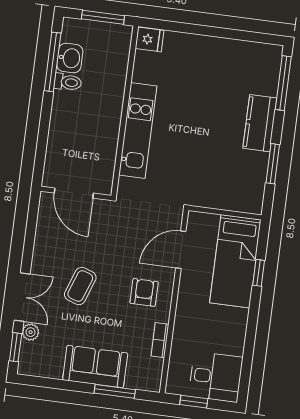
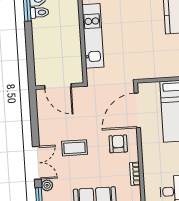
door: (181, 250) -> (137, 110), width x1.36
coffee table: (80, 286) -> (74, 148), turned 70

